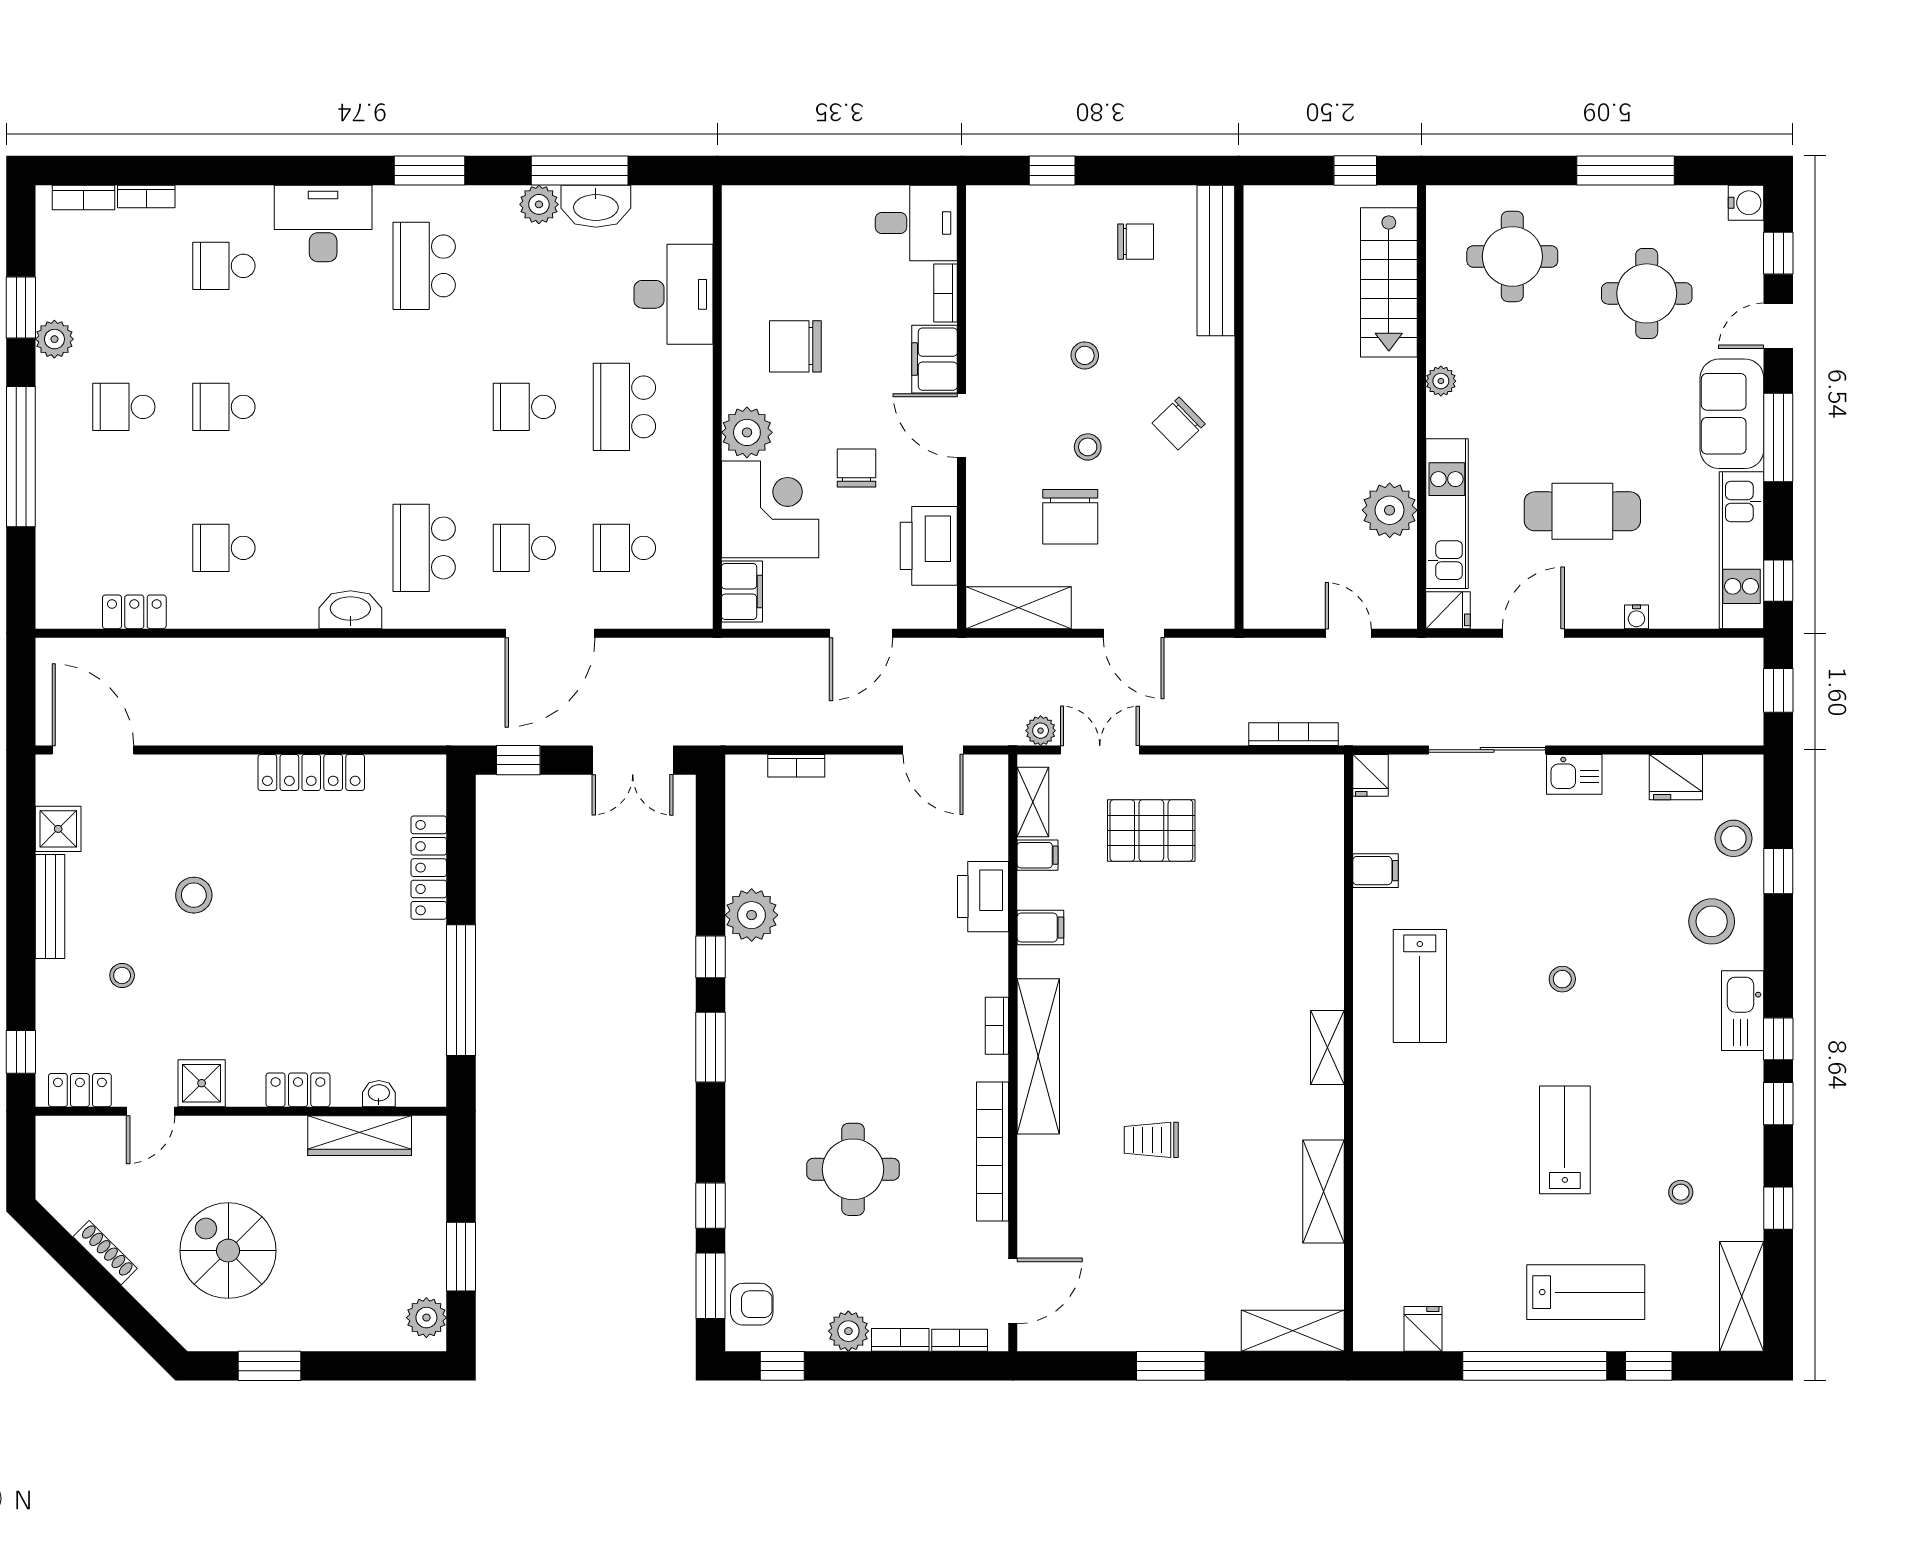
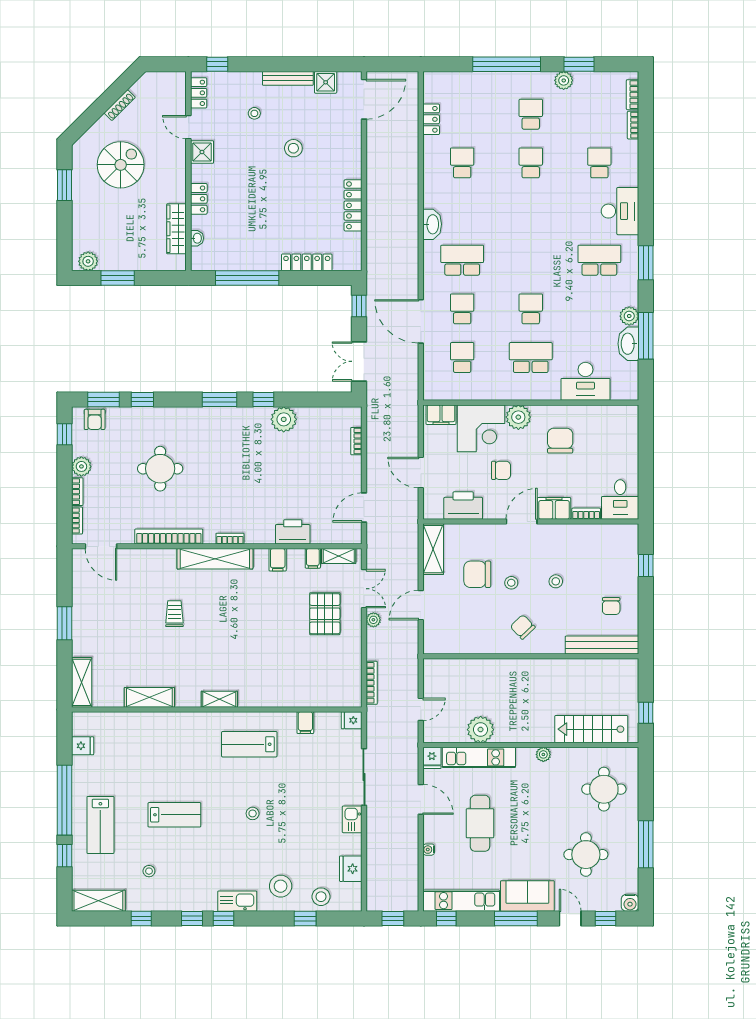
plant: (1041, 731) -> (373, 620), moved

